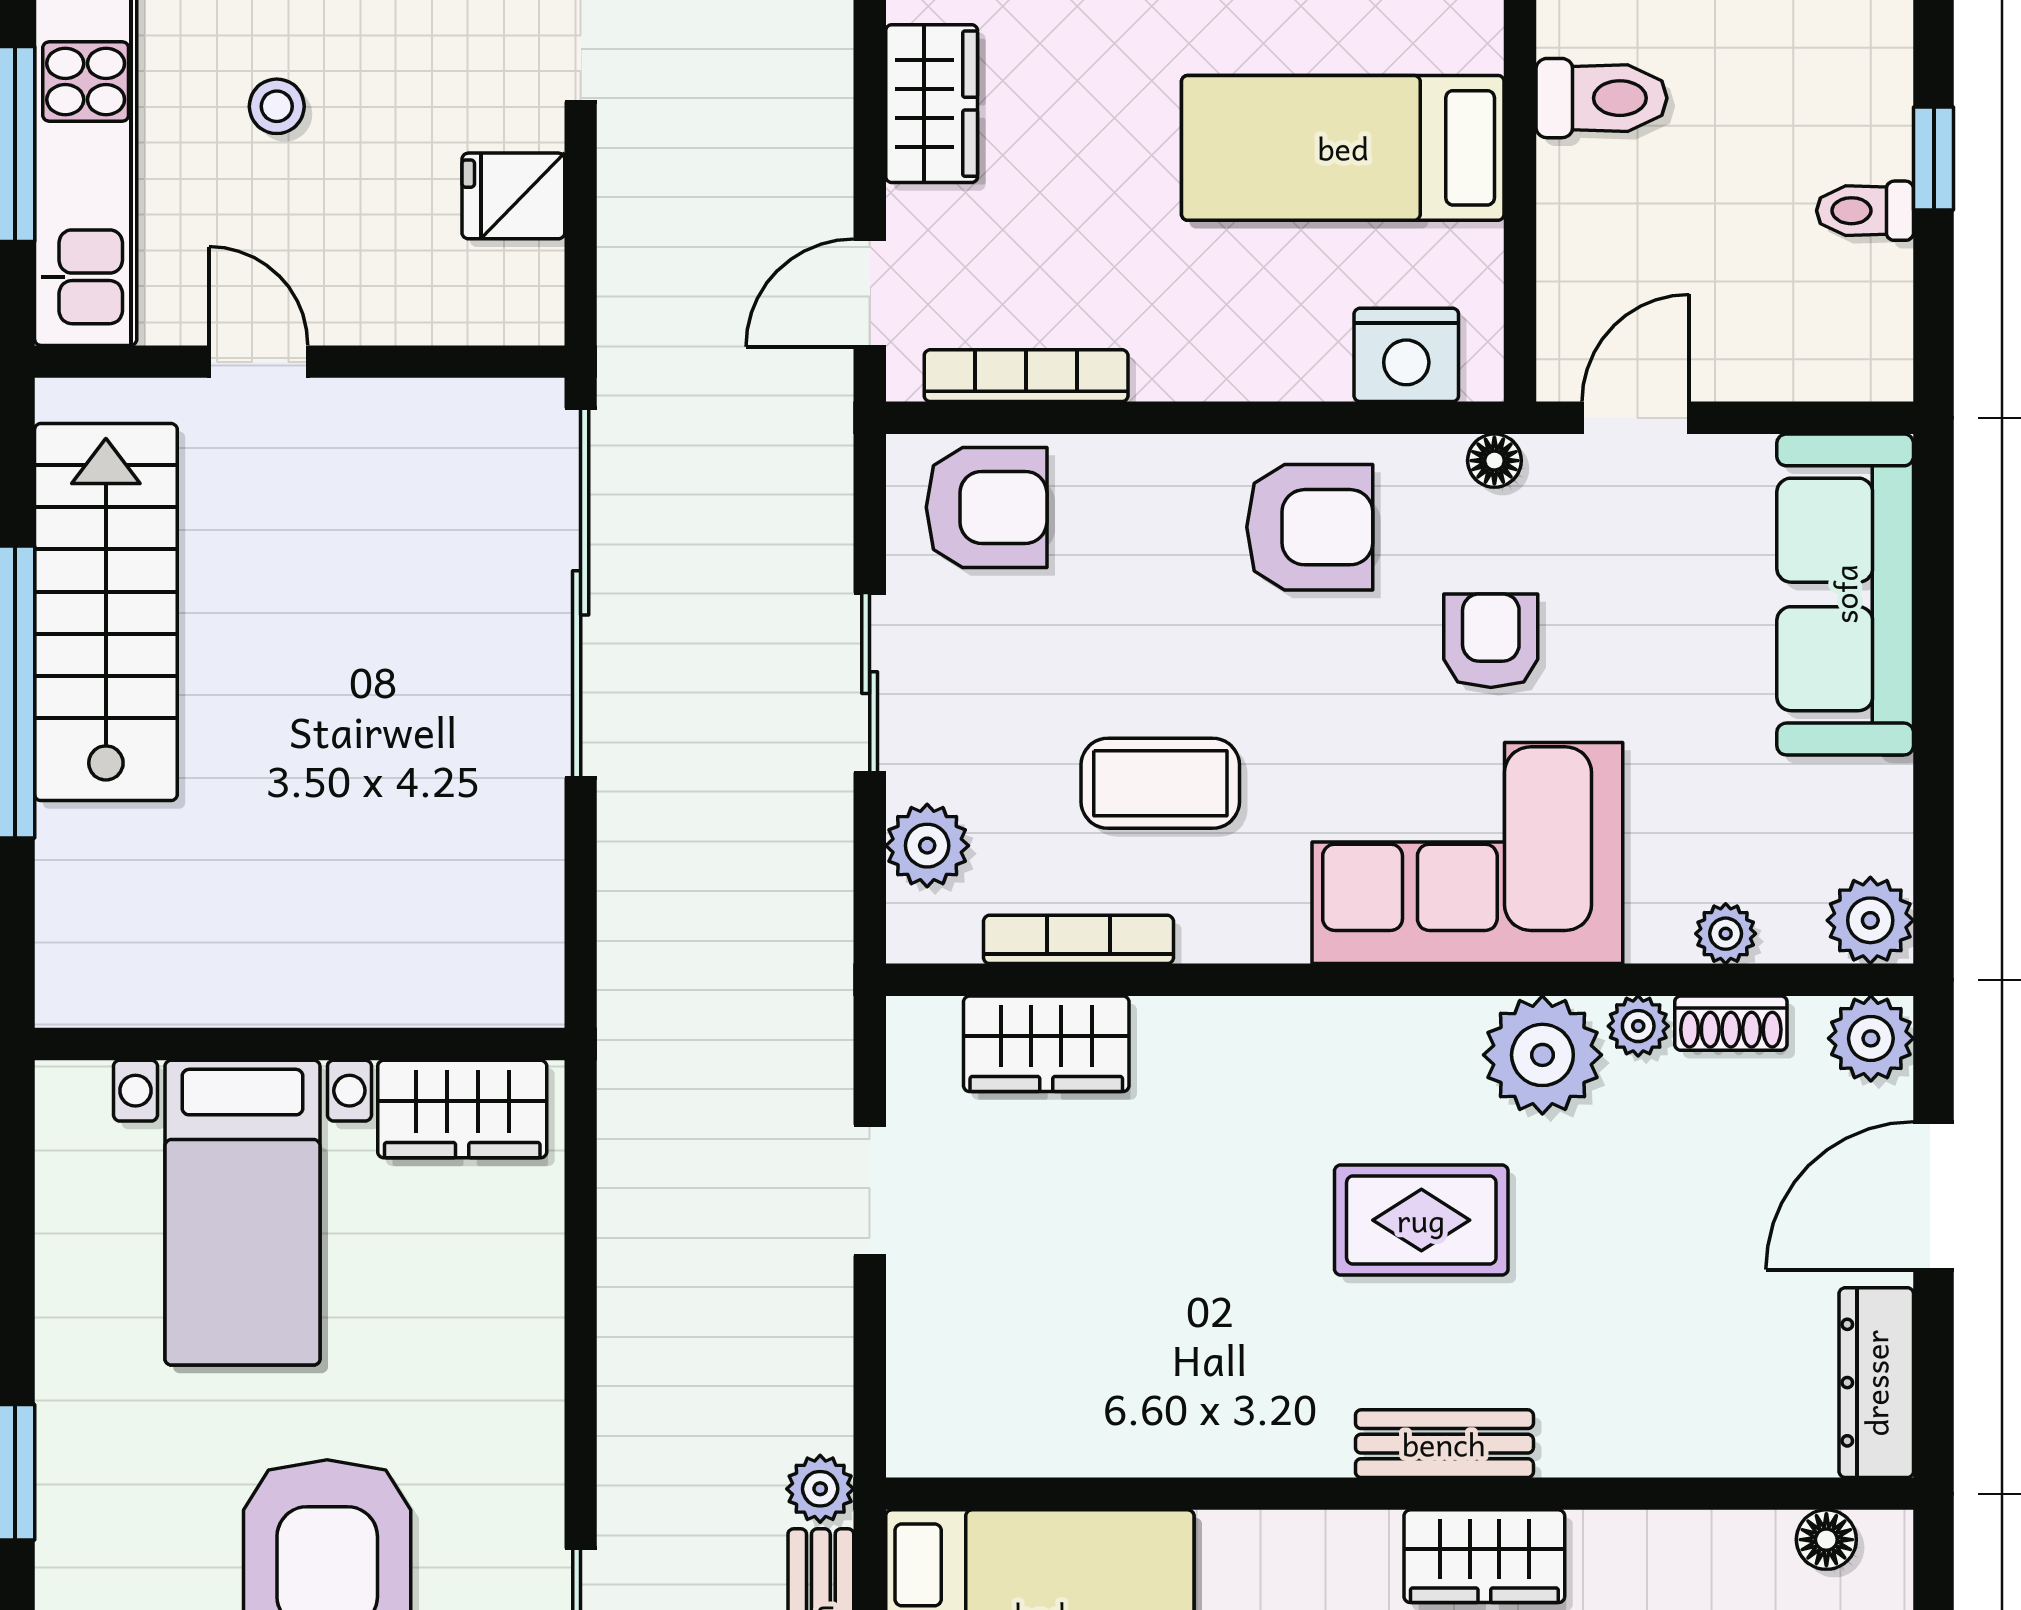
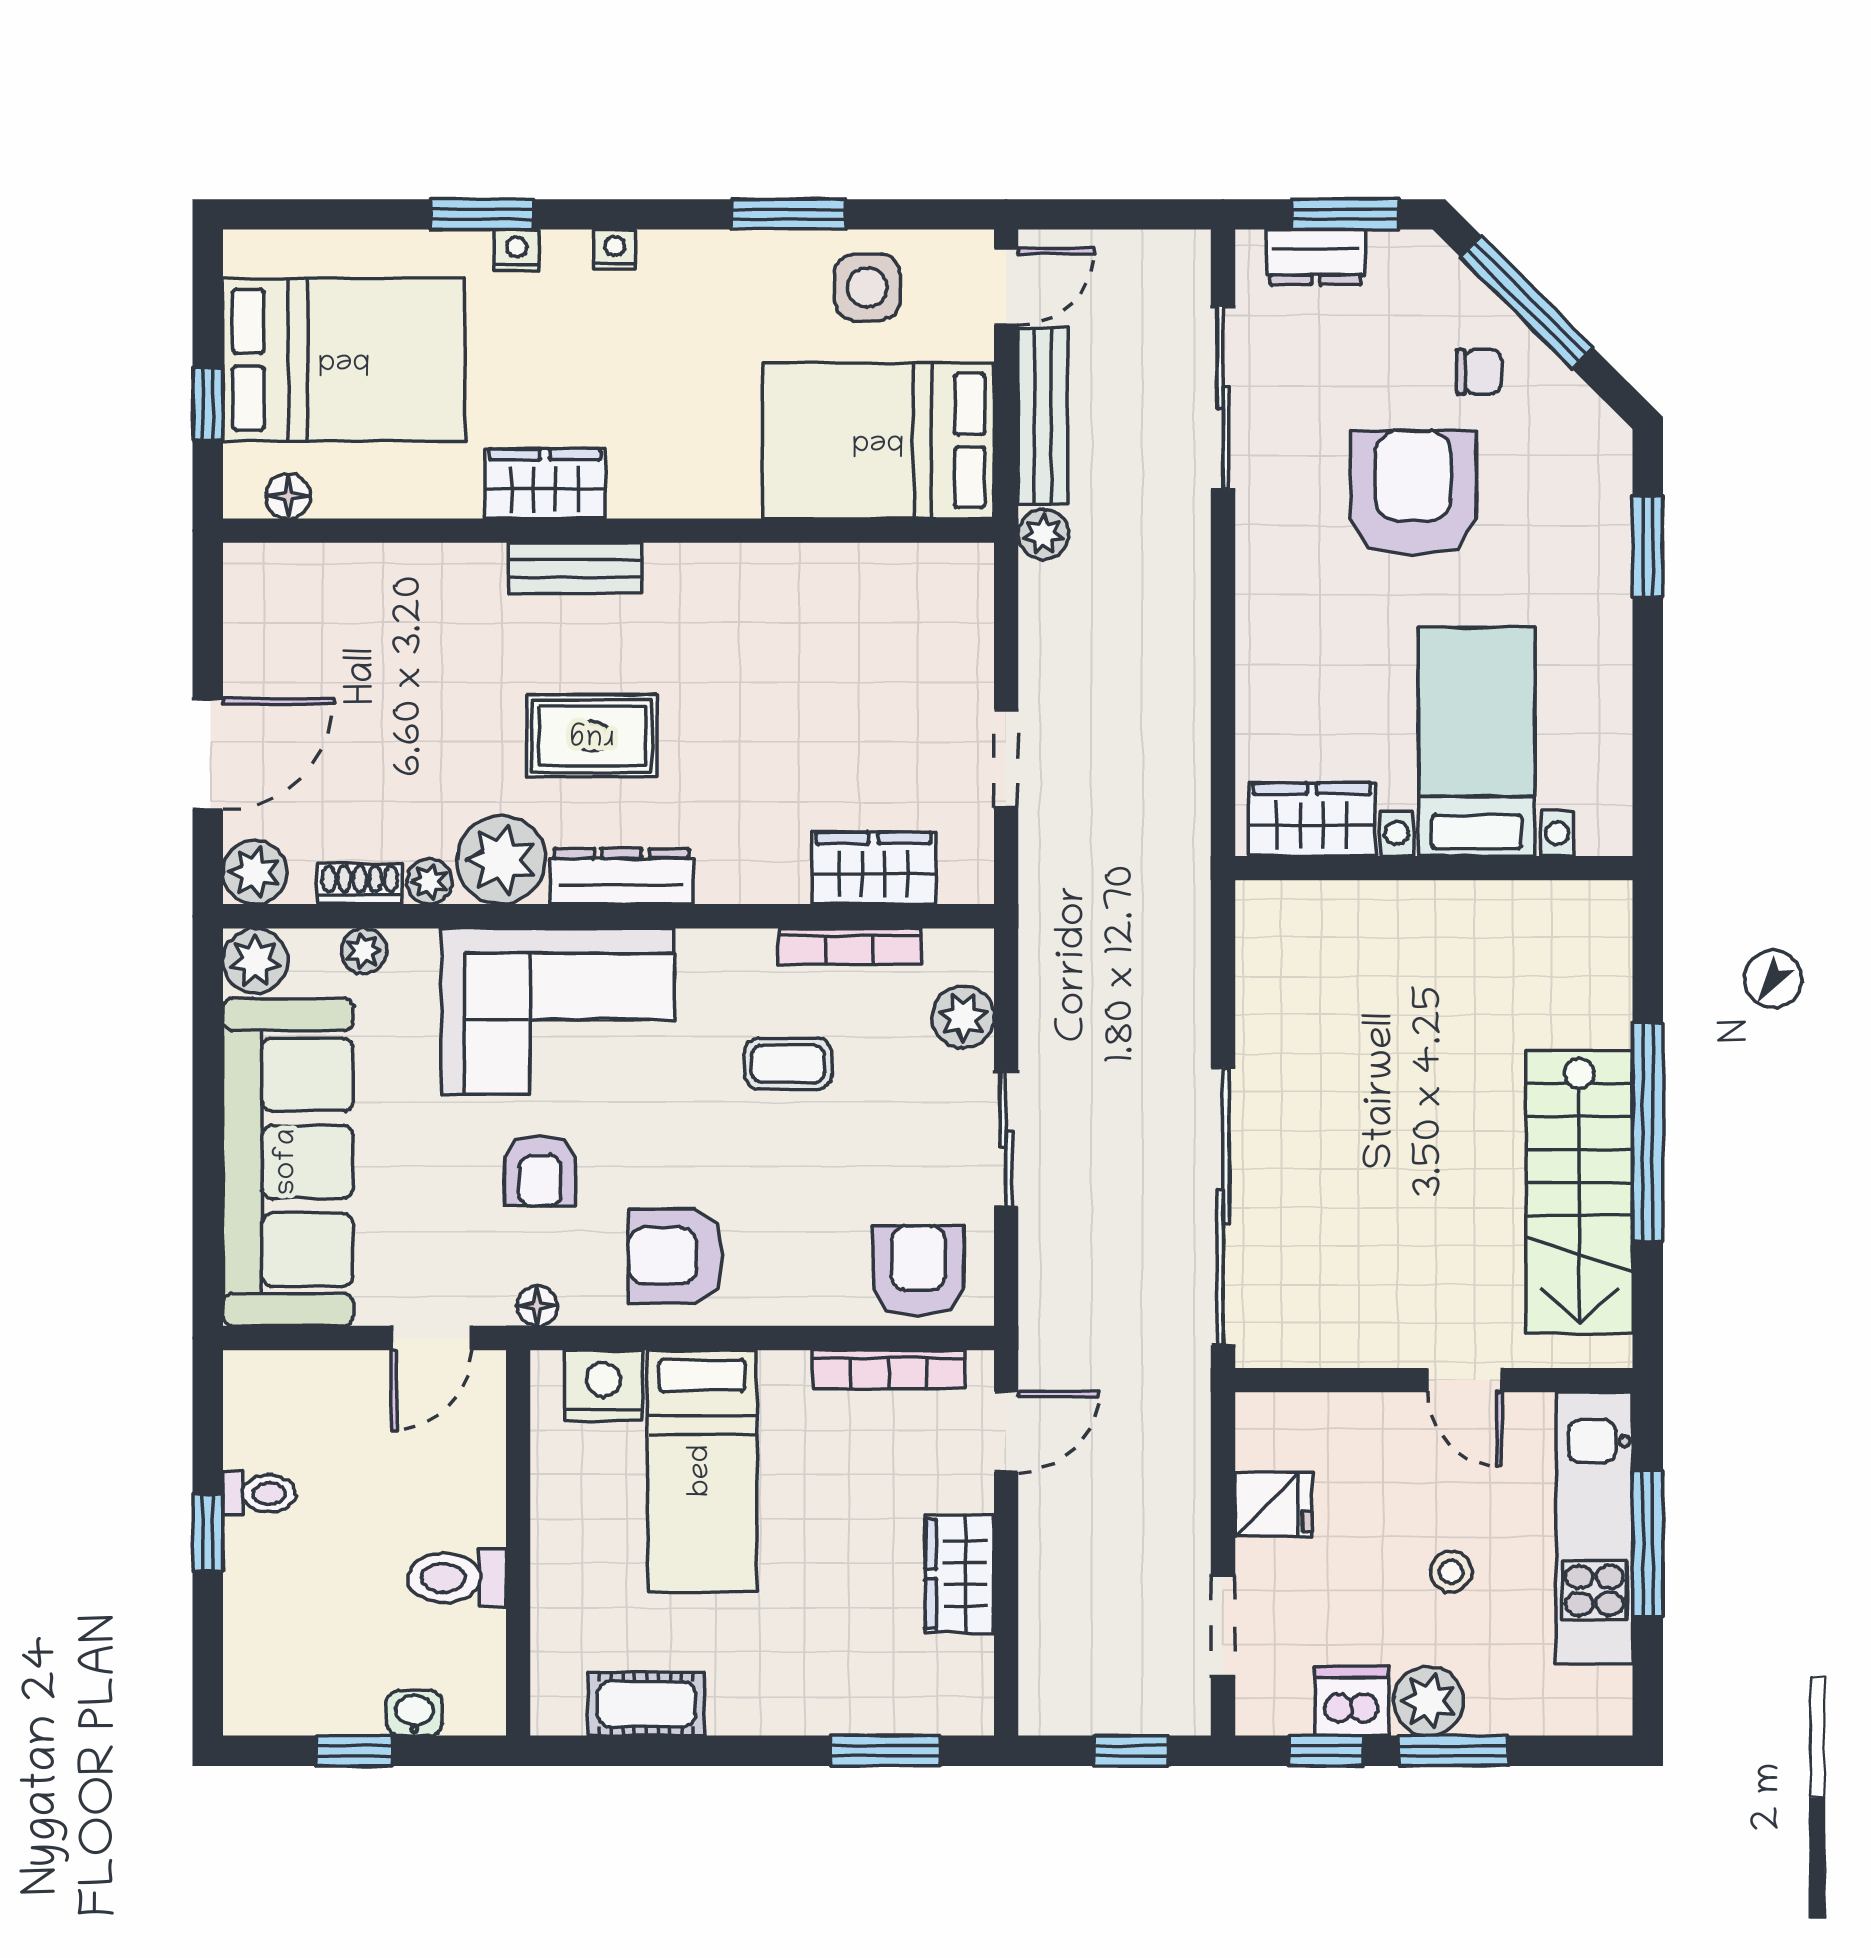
bed: (1343, 148) -> (702, 1471), moved, turned 90
armchair: (987, 507) -> (918, 1271), turned 90
sofa: (1845, 594) -> (288, 1162), width x1.36, depth x1.27
coffee table: (1160, 783) -> (788, 1064), width x0.73, depth x0.77
dresser: (1876, 1383) -> (622, 876), moved, turned -90

